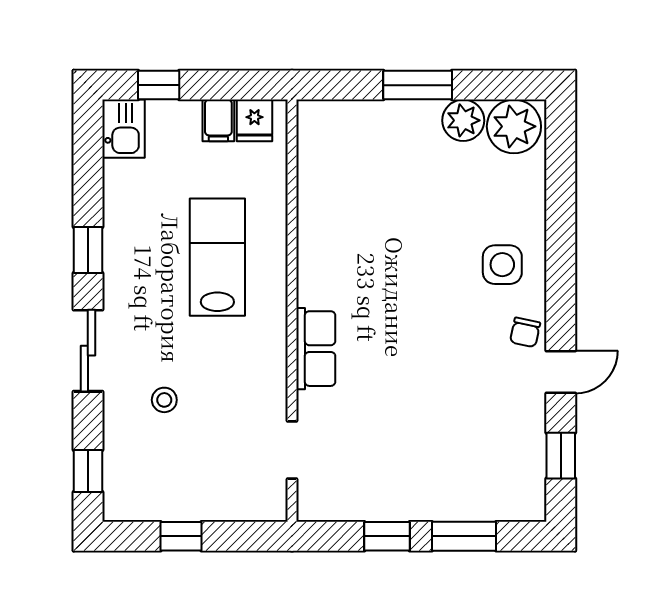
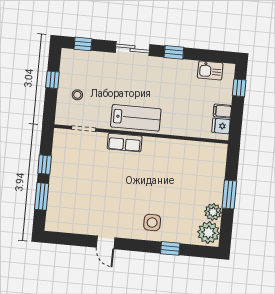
kitchen sink: (123, 129) -> (210, 70), moved
lab bench: (217, 257) -> (136, 118), moved
chair: (525, 332) -> (123, 229), removed
stool: (164, 400) -> (77, 95), moved
window: (561, 456) -> (170, 248), moved

